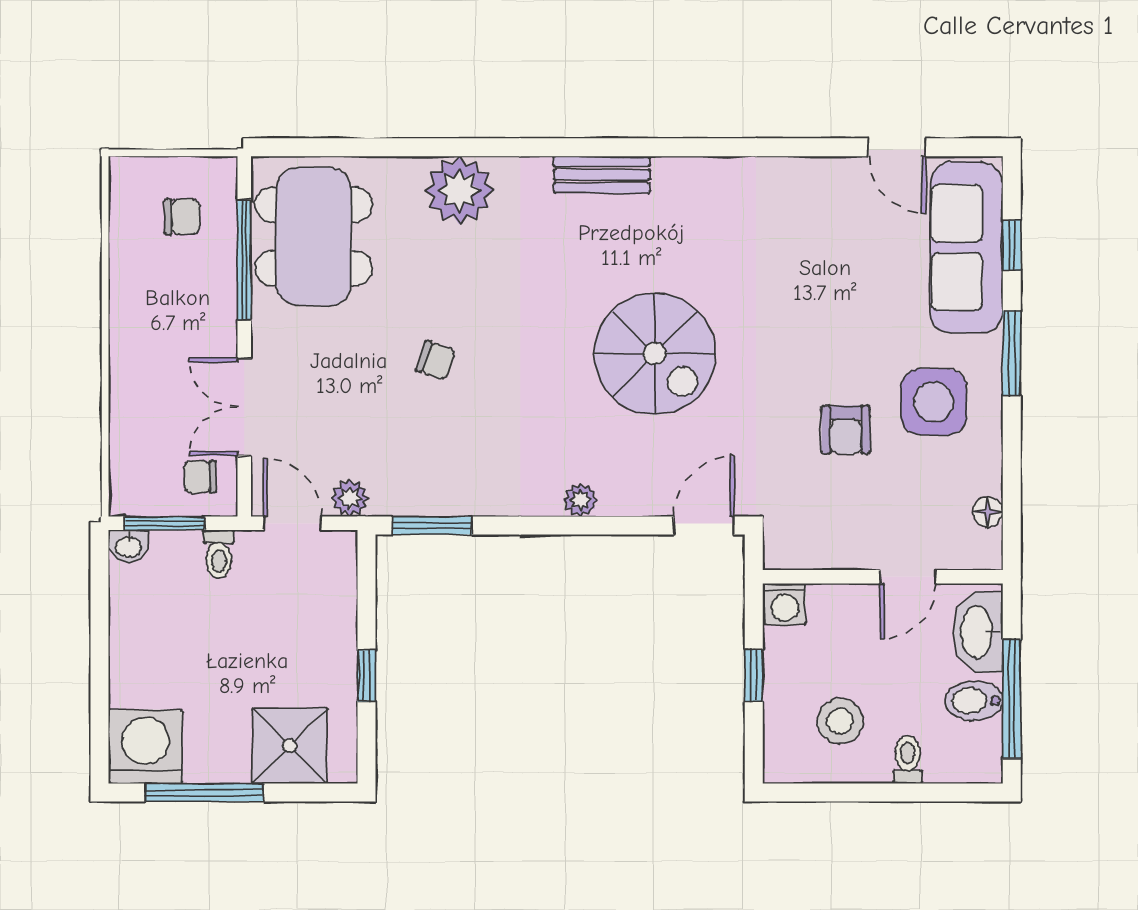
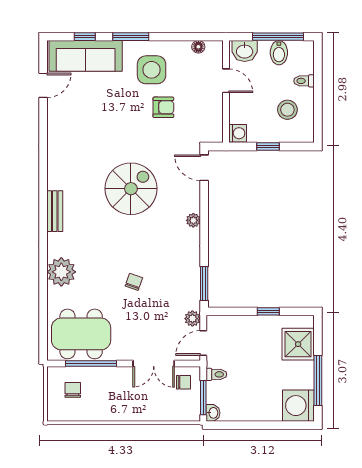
chair: (200, 477) -> (183, 382), turned -90
washbasin: (978, 632) -> (245, 51), width x0.72

